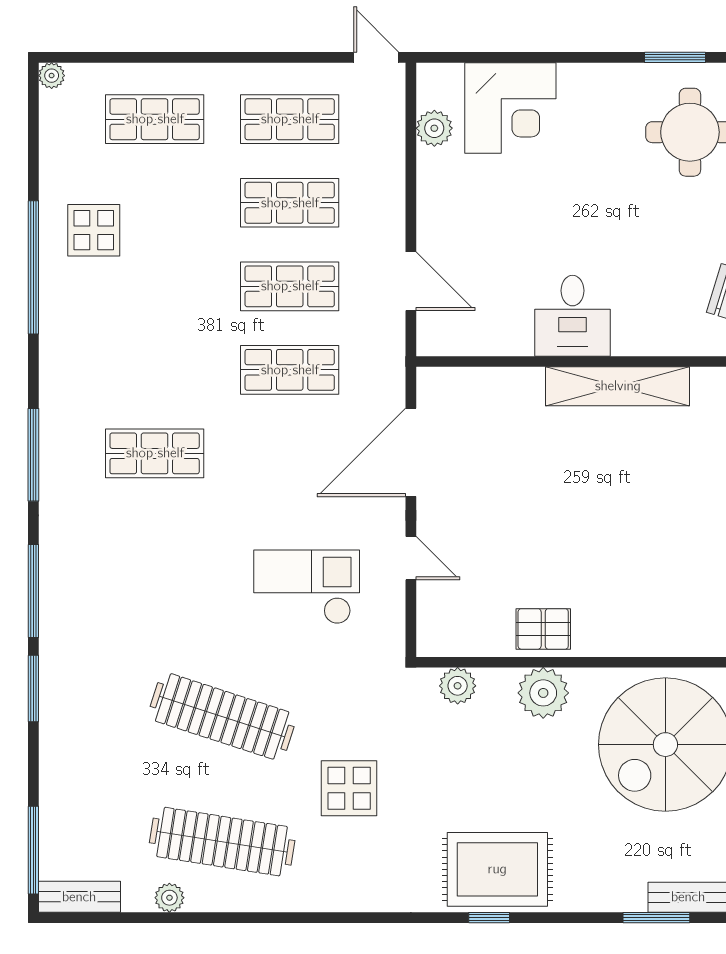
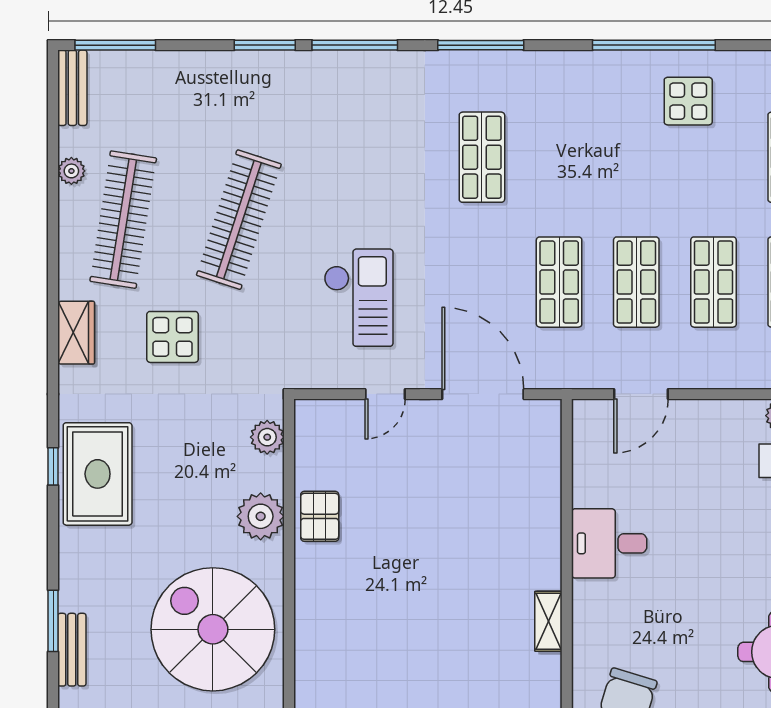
shelving: (618, 386) -> (548, 621), width x0.45, depth x0.75
wardrobe: (344, 893) -> (76, 333), added

